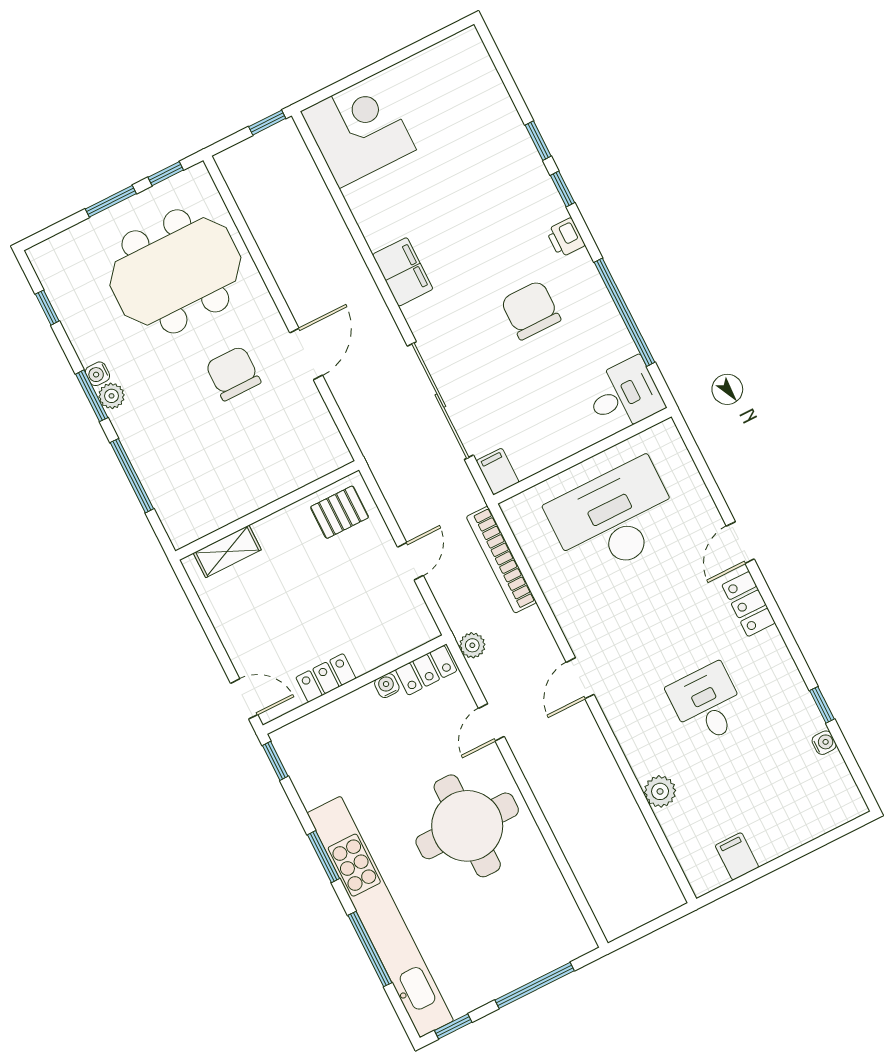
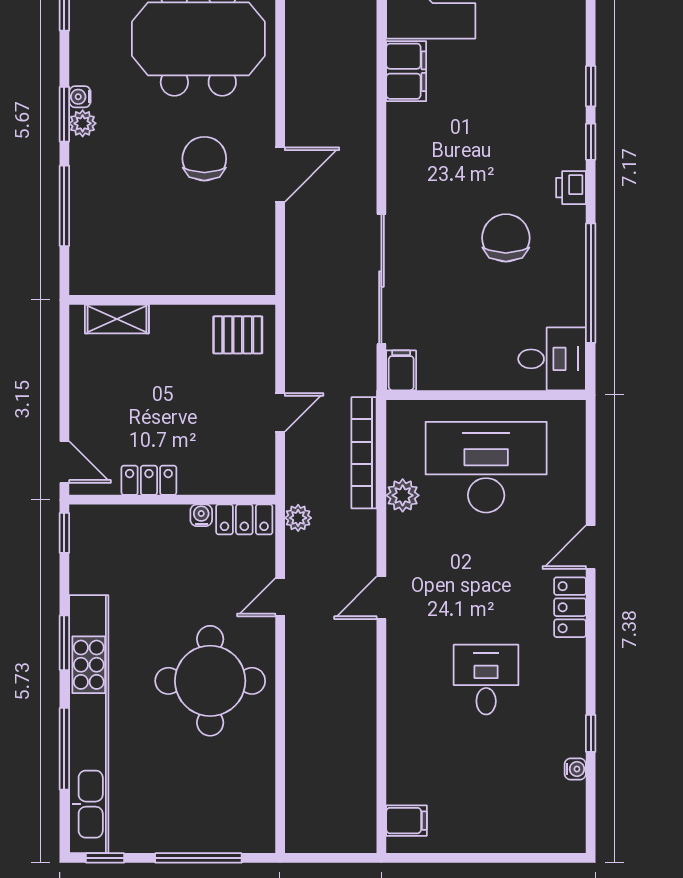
filing cabinet: (403, 272) -> (406, 71), moved
plant: (660, 791) -> (403, 495), moved
filing cabinet: (737, 856) -> (406, 821), moved, turned 90

